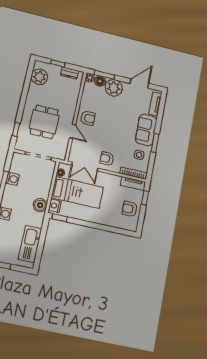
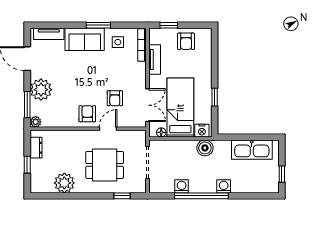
plant: (39, 77) -> (64, 183), moved
floor lamp: (100, 81) -> (37, 108), removed
armchair: (107, 159) -> (115, 98), moved
tv unit: (133, 184) -> (155, 59), moved
window: (60, 218) -> (215, 97), moved

